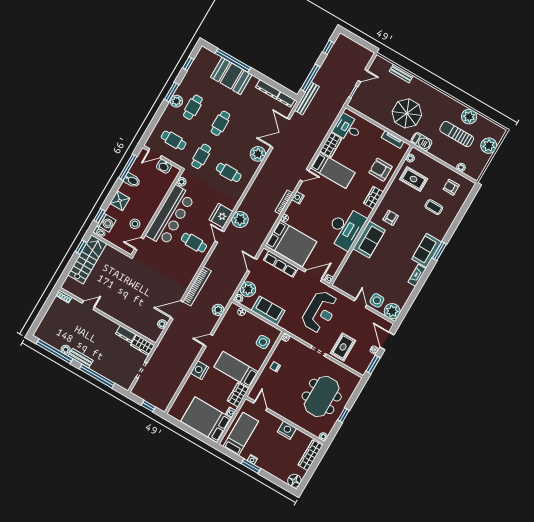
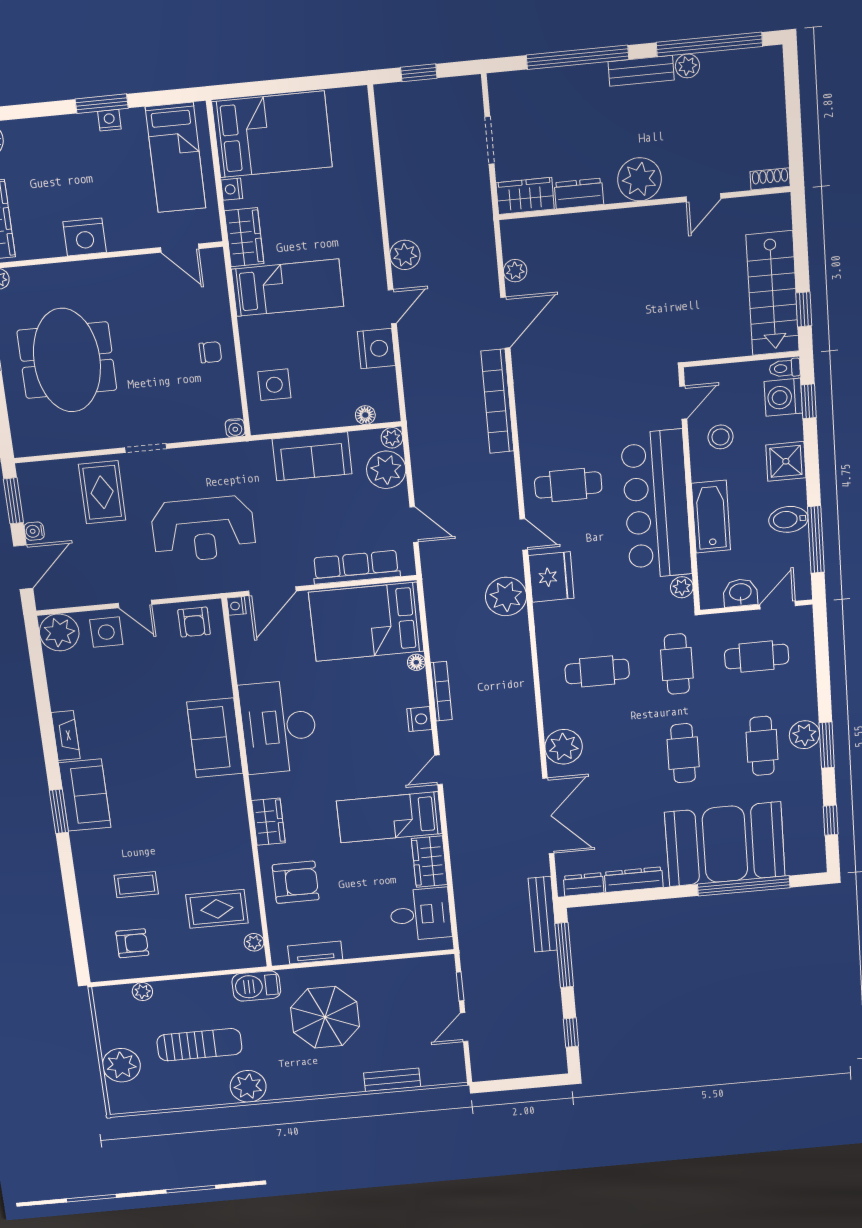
booth: (231, 76) -> (725, 844), width x1.36, depth x1.42
plant: (469, 117) -> (248, 1086), moved
bathtub: (156, 199) -> (711, 517), added
armchair: (391, 218) -> (194, 622), moved
plant: (218, 310) -> (405, 255), moved
reception desk: (320, 312) -> (203, 529), turned -90
plant: (104, 325) -> (640, 179), added
door: (387, 341) -> (23, 567), hinge flipped
nightstand: (200, 370) -> (376, 349), moved

